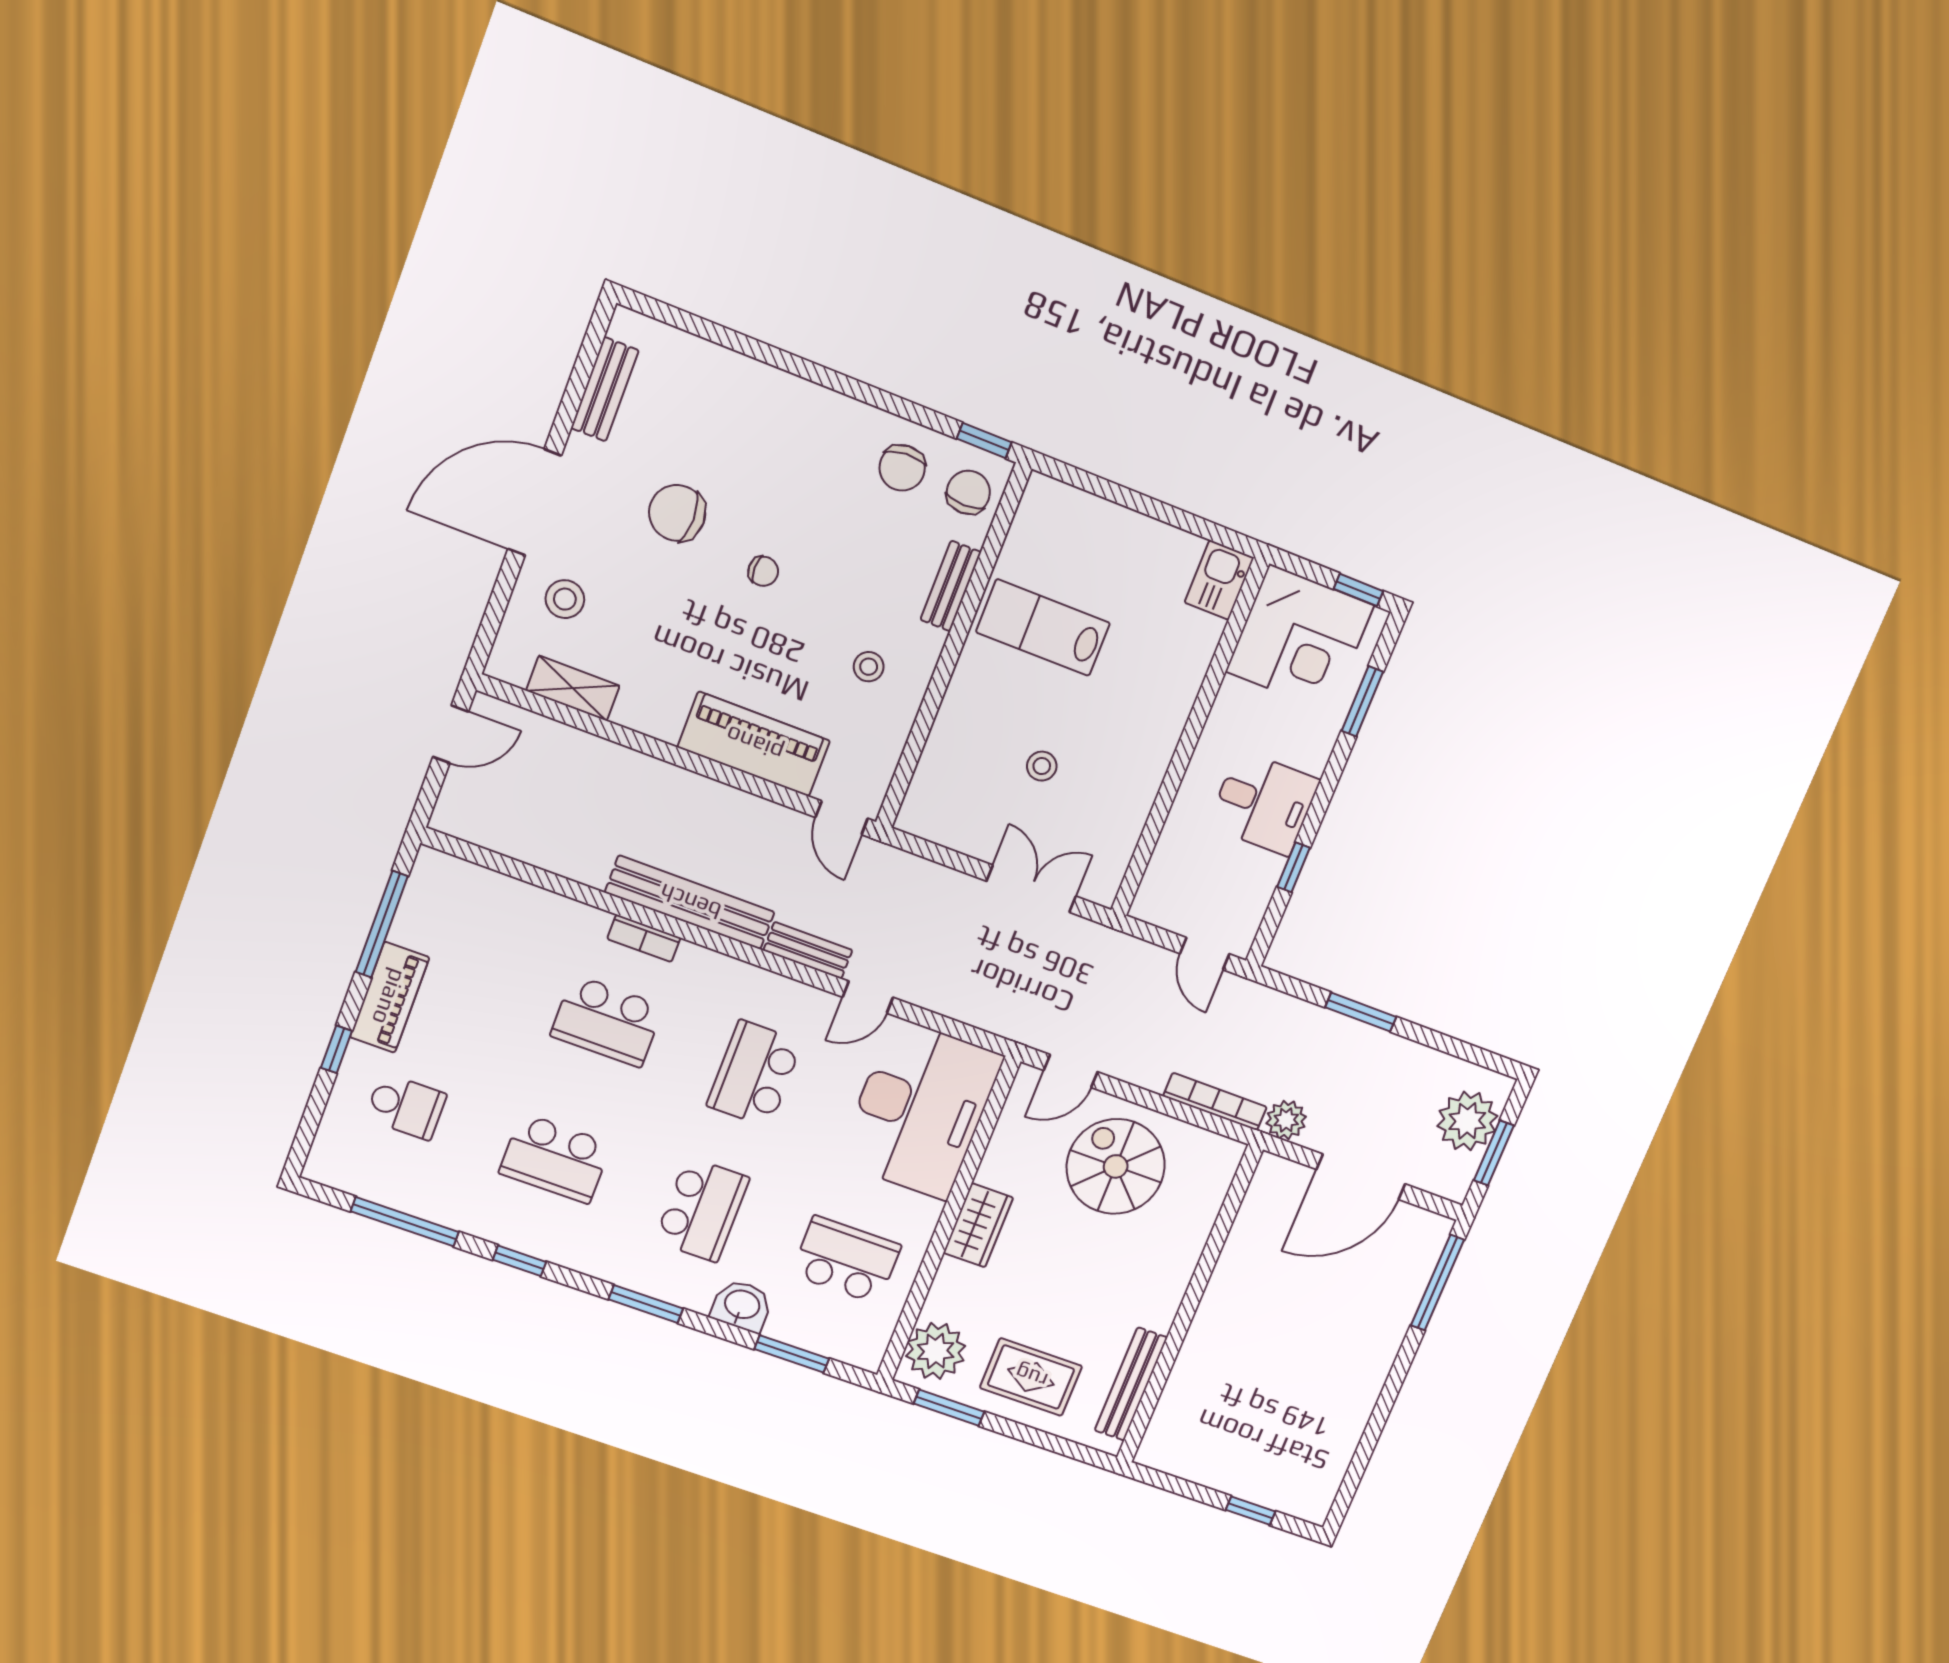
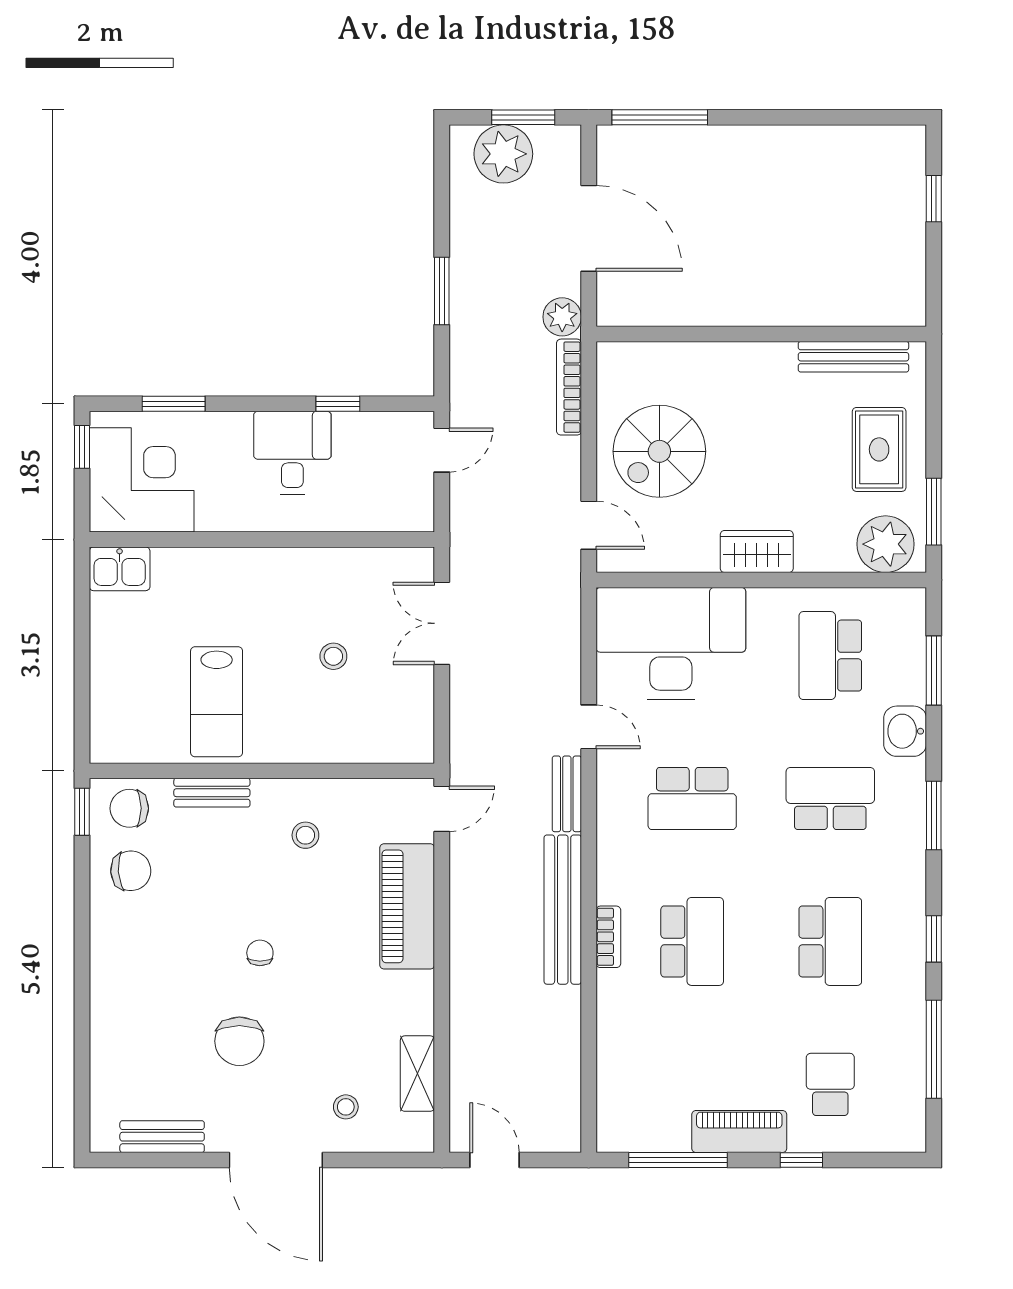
stool: (565, 599) -> (346, 1107), width x0.73, depth x0.73

